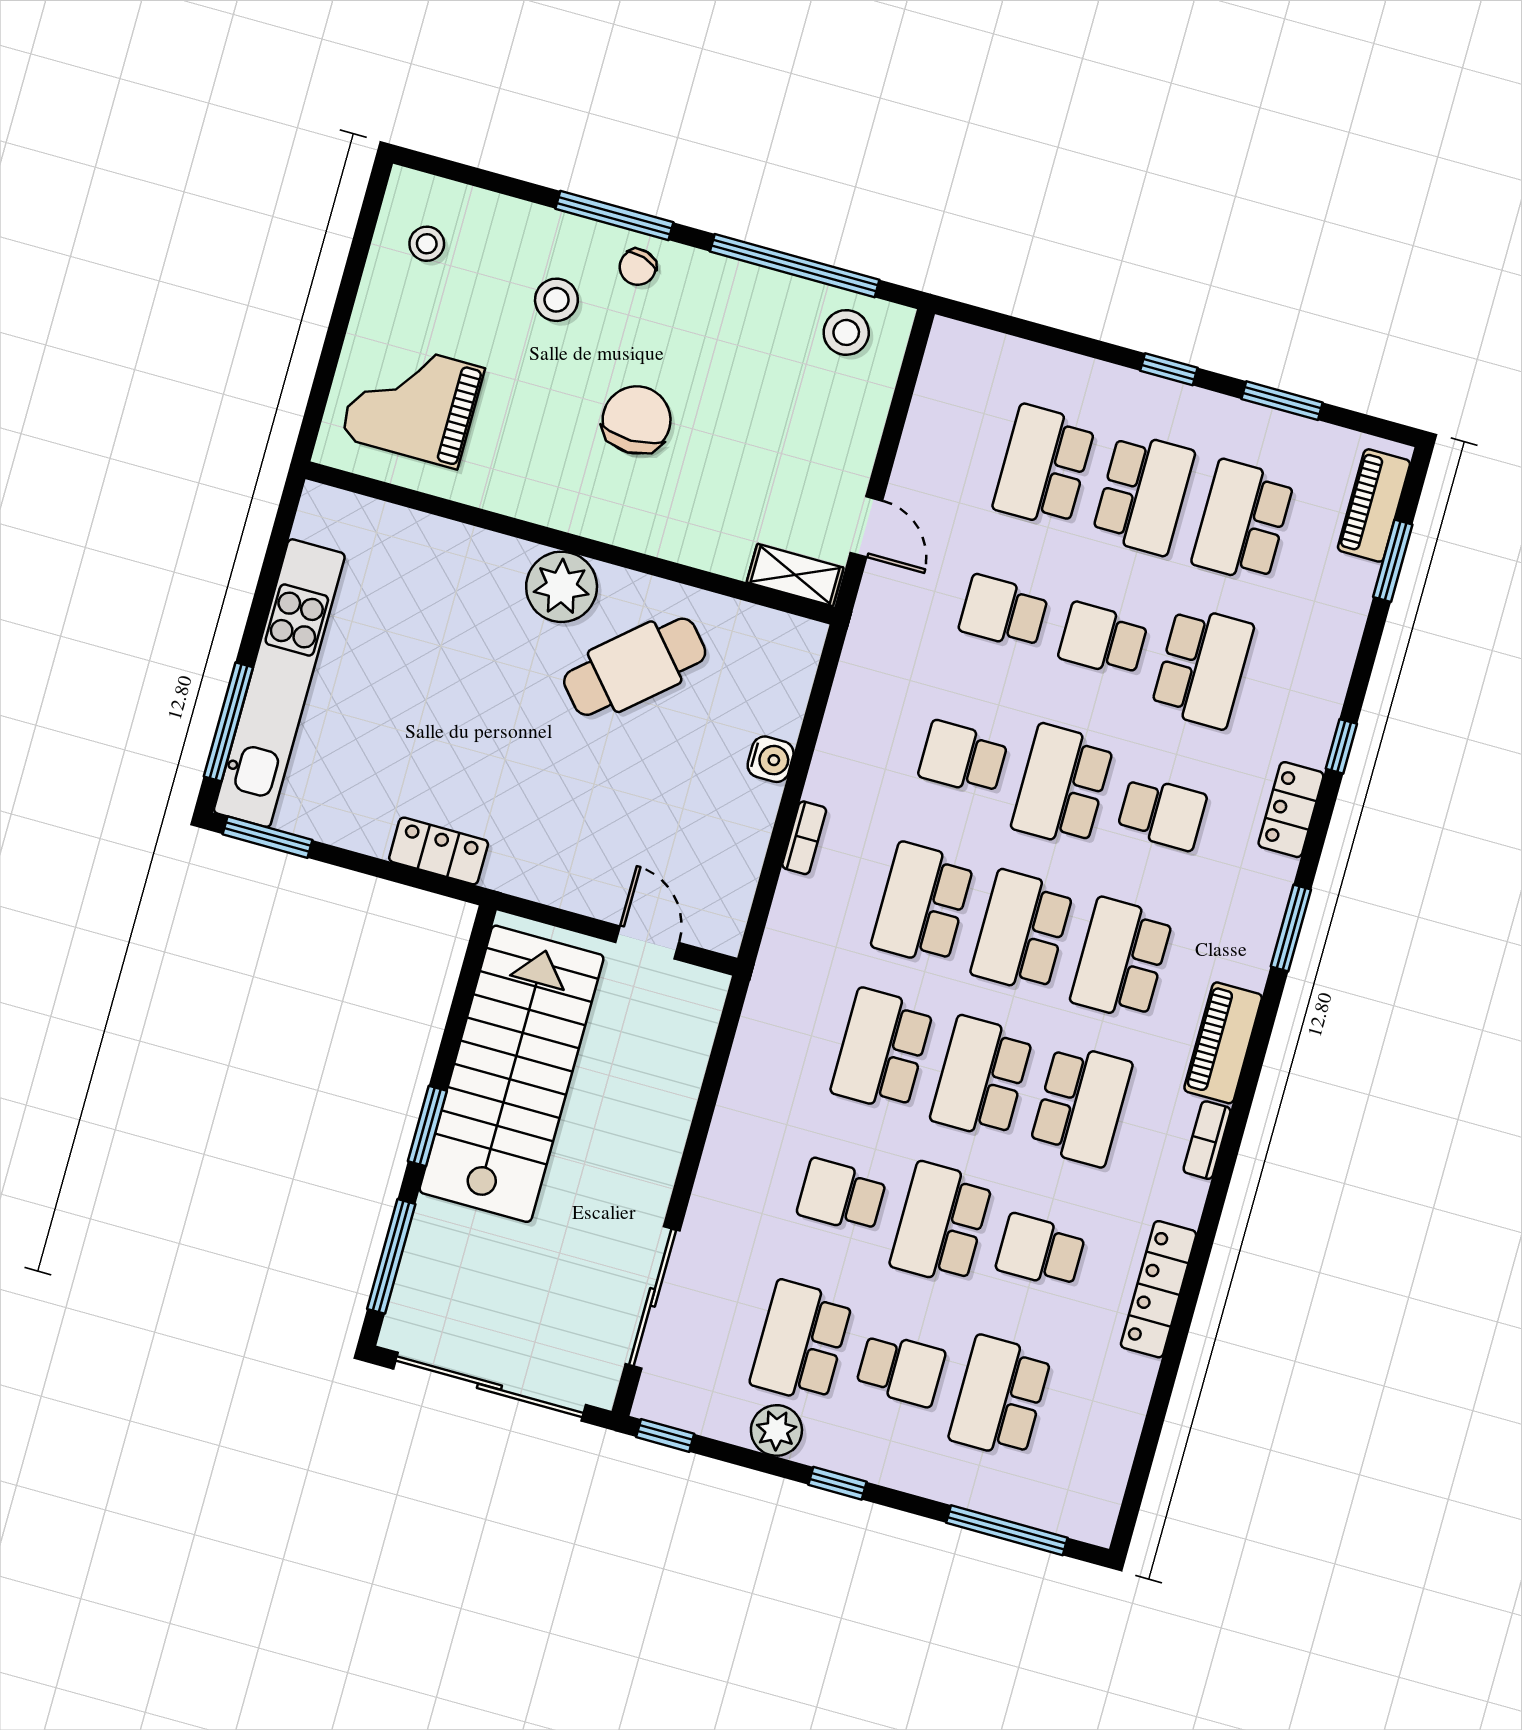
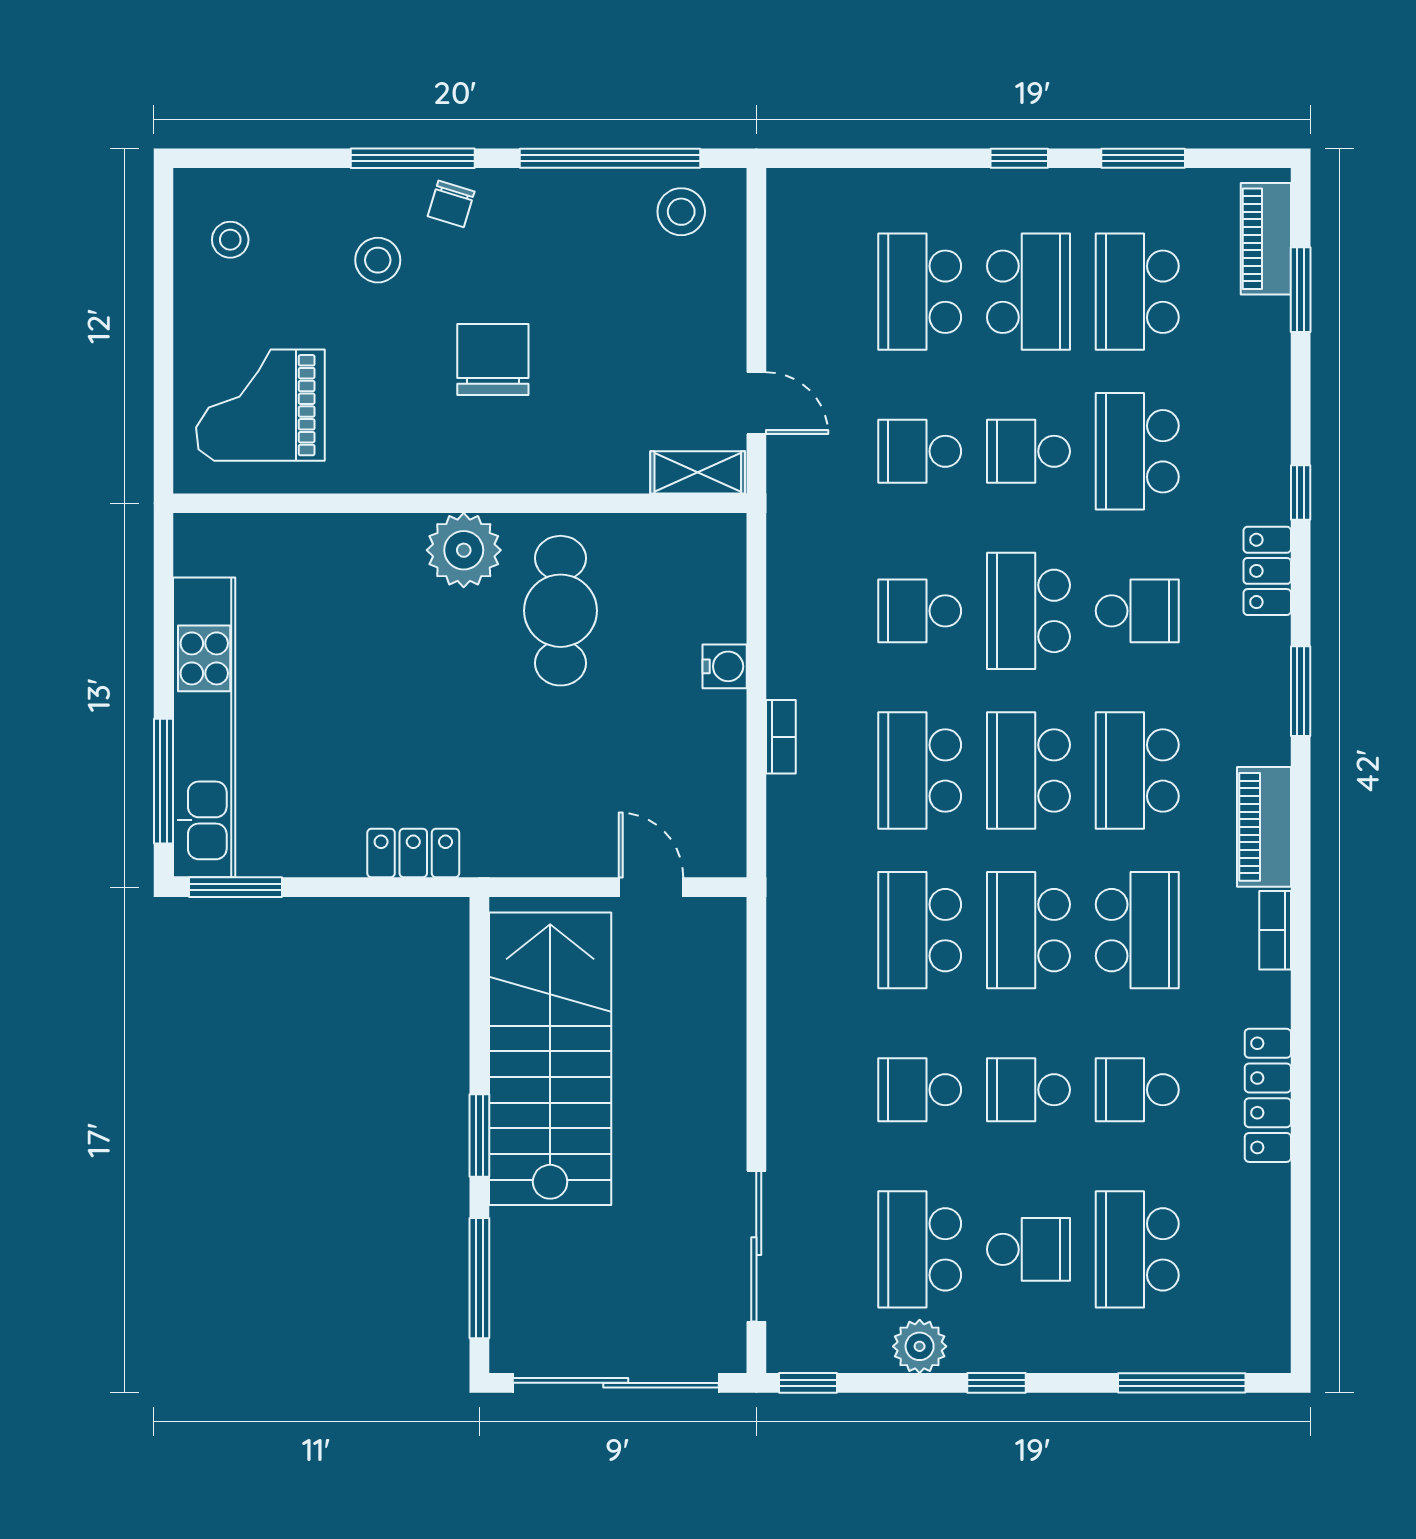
cafe table: (635, 667) -> (561, 611), turned -49
school desk: (1202, 667) -> (1137, 451), turned 180
school desk: (941, 1223) -> (1028, 1090), width x0.54

